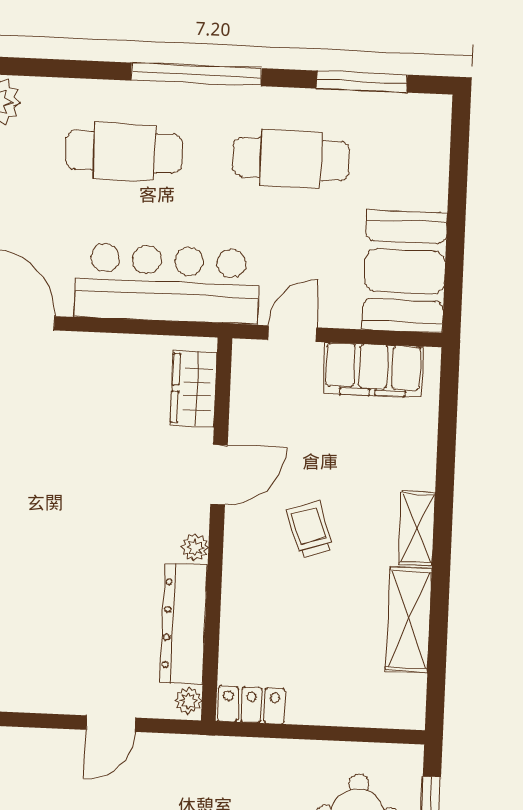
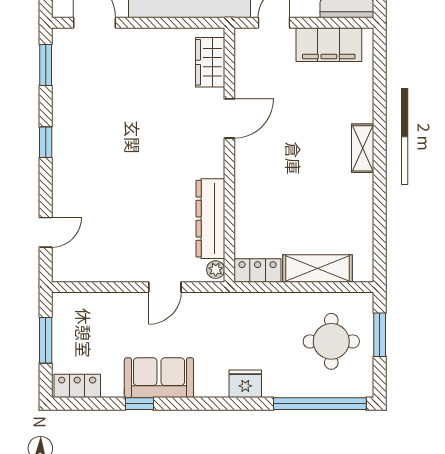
trolley: (310, 529) -> (291, 152), removed
plant: (195, 548) -> (216, 168), removed
shelving: (409, 620) -> (317, 268), moved, turned 90

